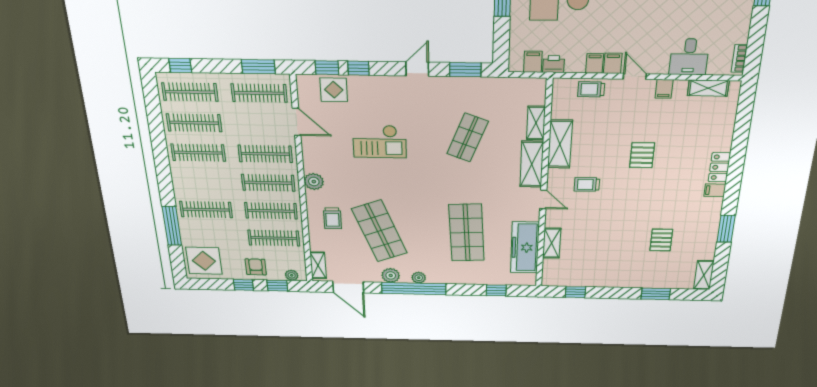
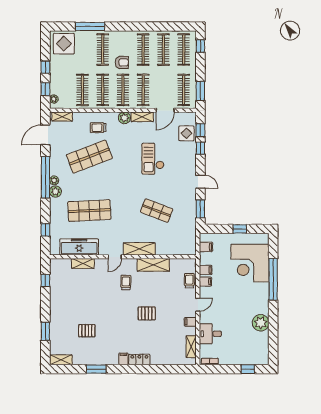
filing cabinet: (613, 63) -> (206, 270), moved
printer: (554, 64) -> (205, 259), removed
shelving: (536, 123) -> (142, 117), moved
armchair: (256, 267) -> (122, 62), moved
plant: (391, 275) -> (55, 192), moved

